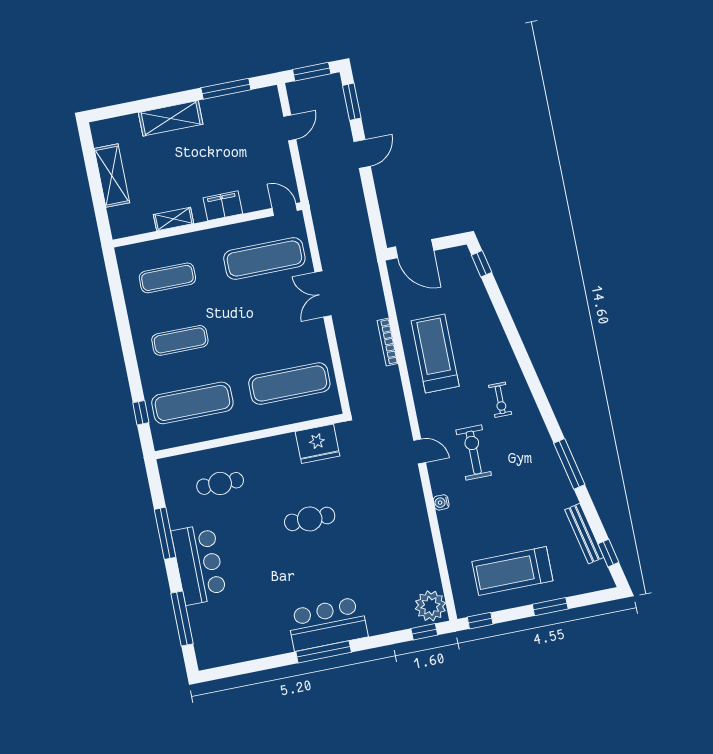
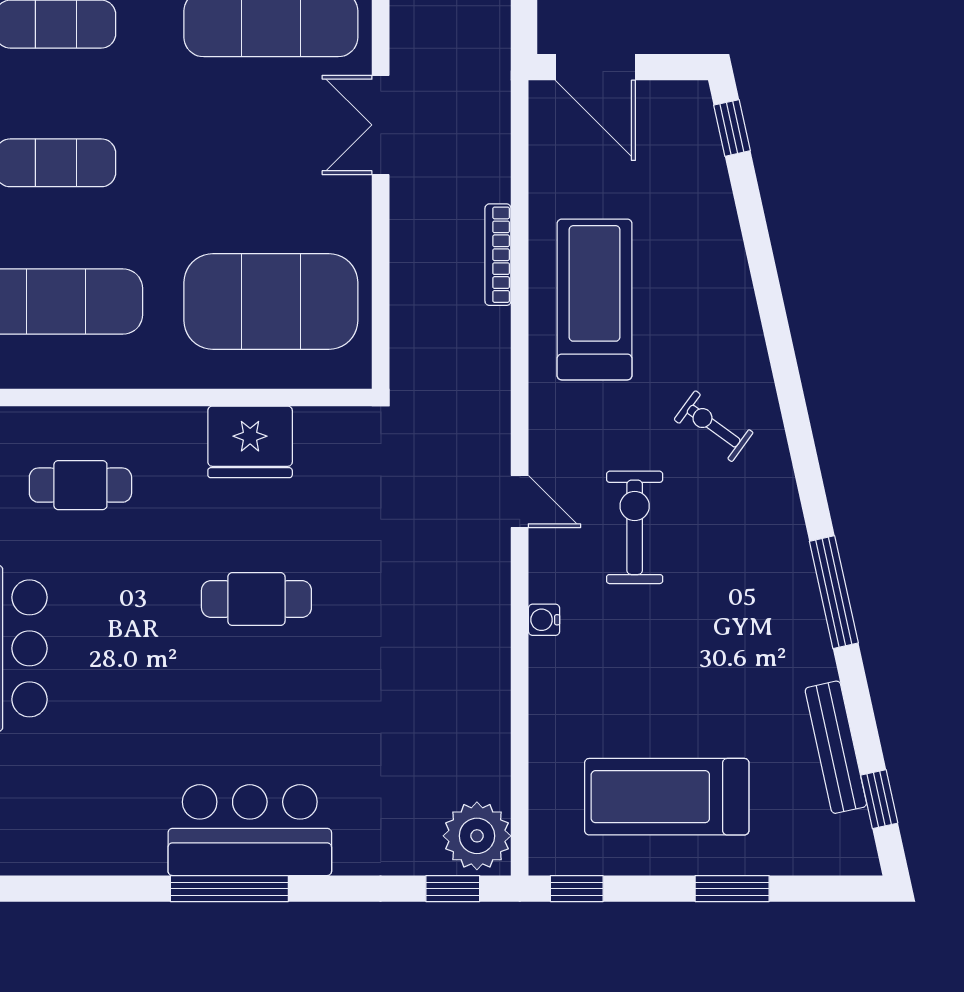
exercise mat: (289, 384) -> (271, 302), width x1.47
exercise bike: (500, 400) -> (714, 426), turned 126
fridge: (318, 444) -> (250, 442), moved

